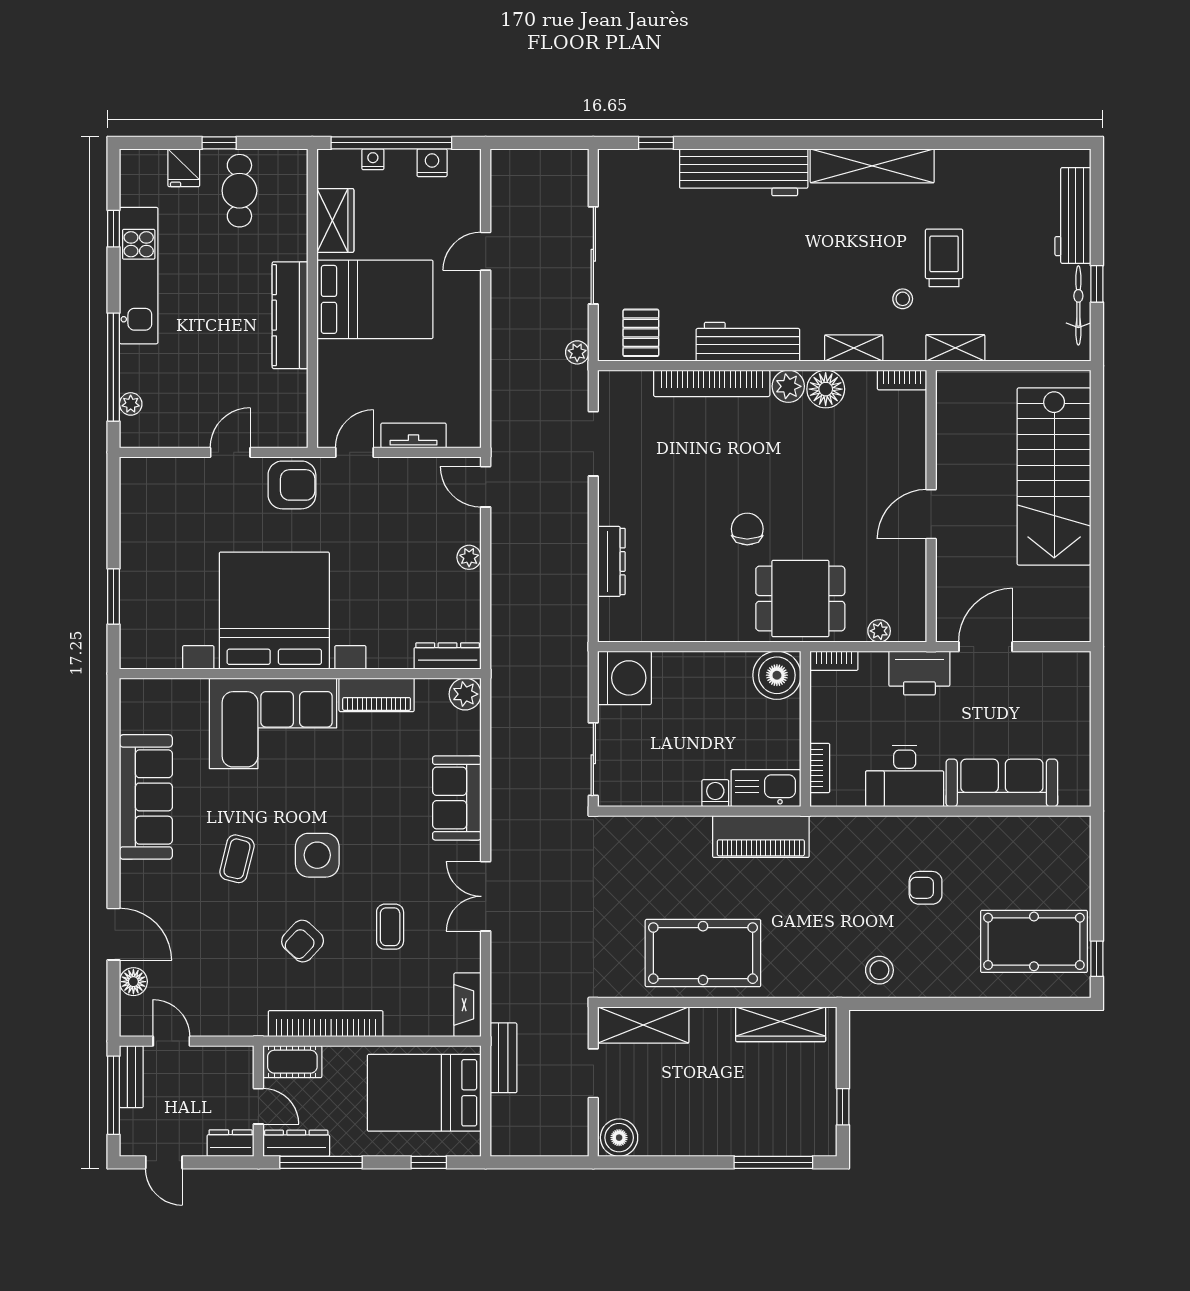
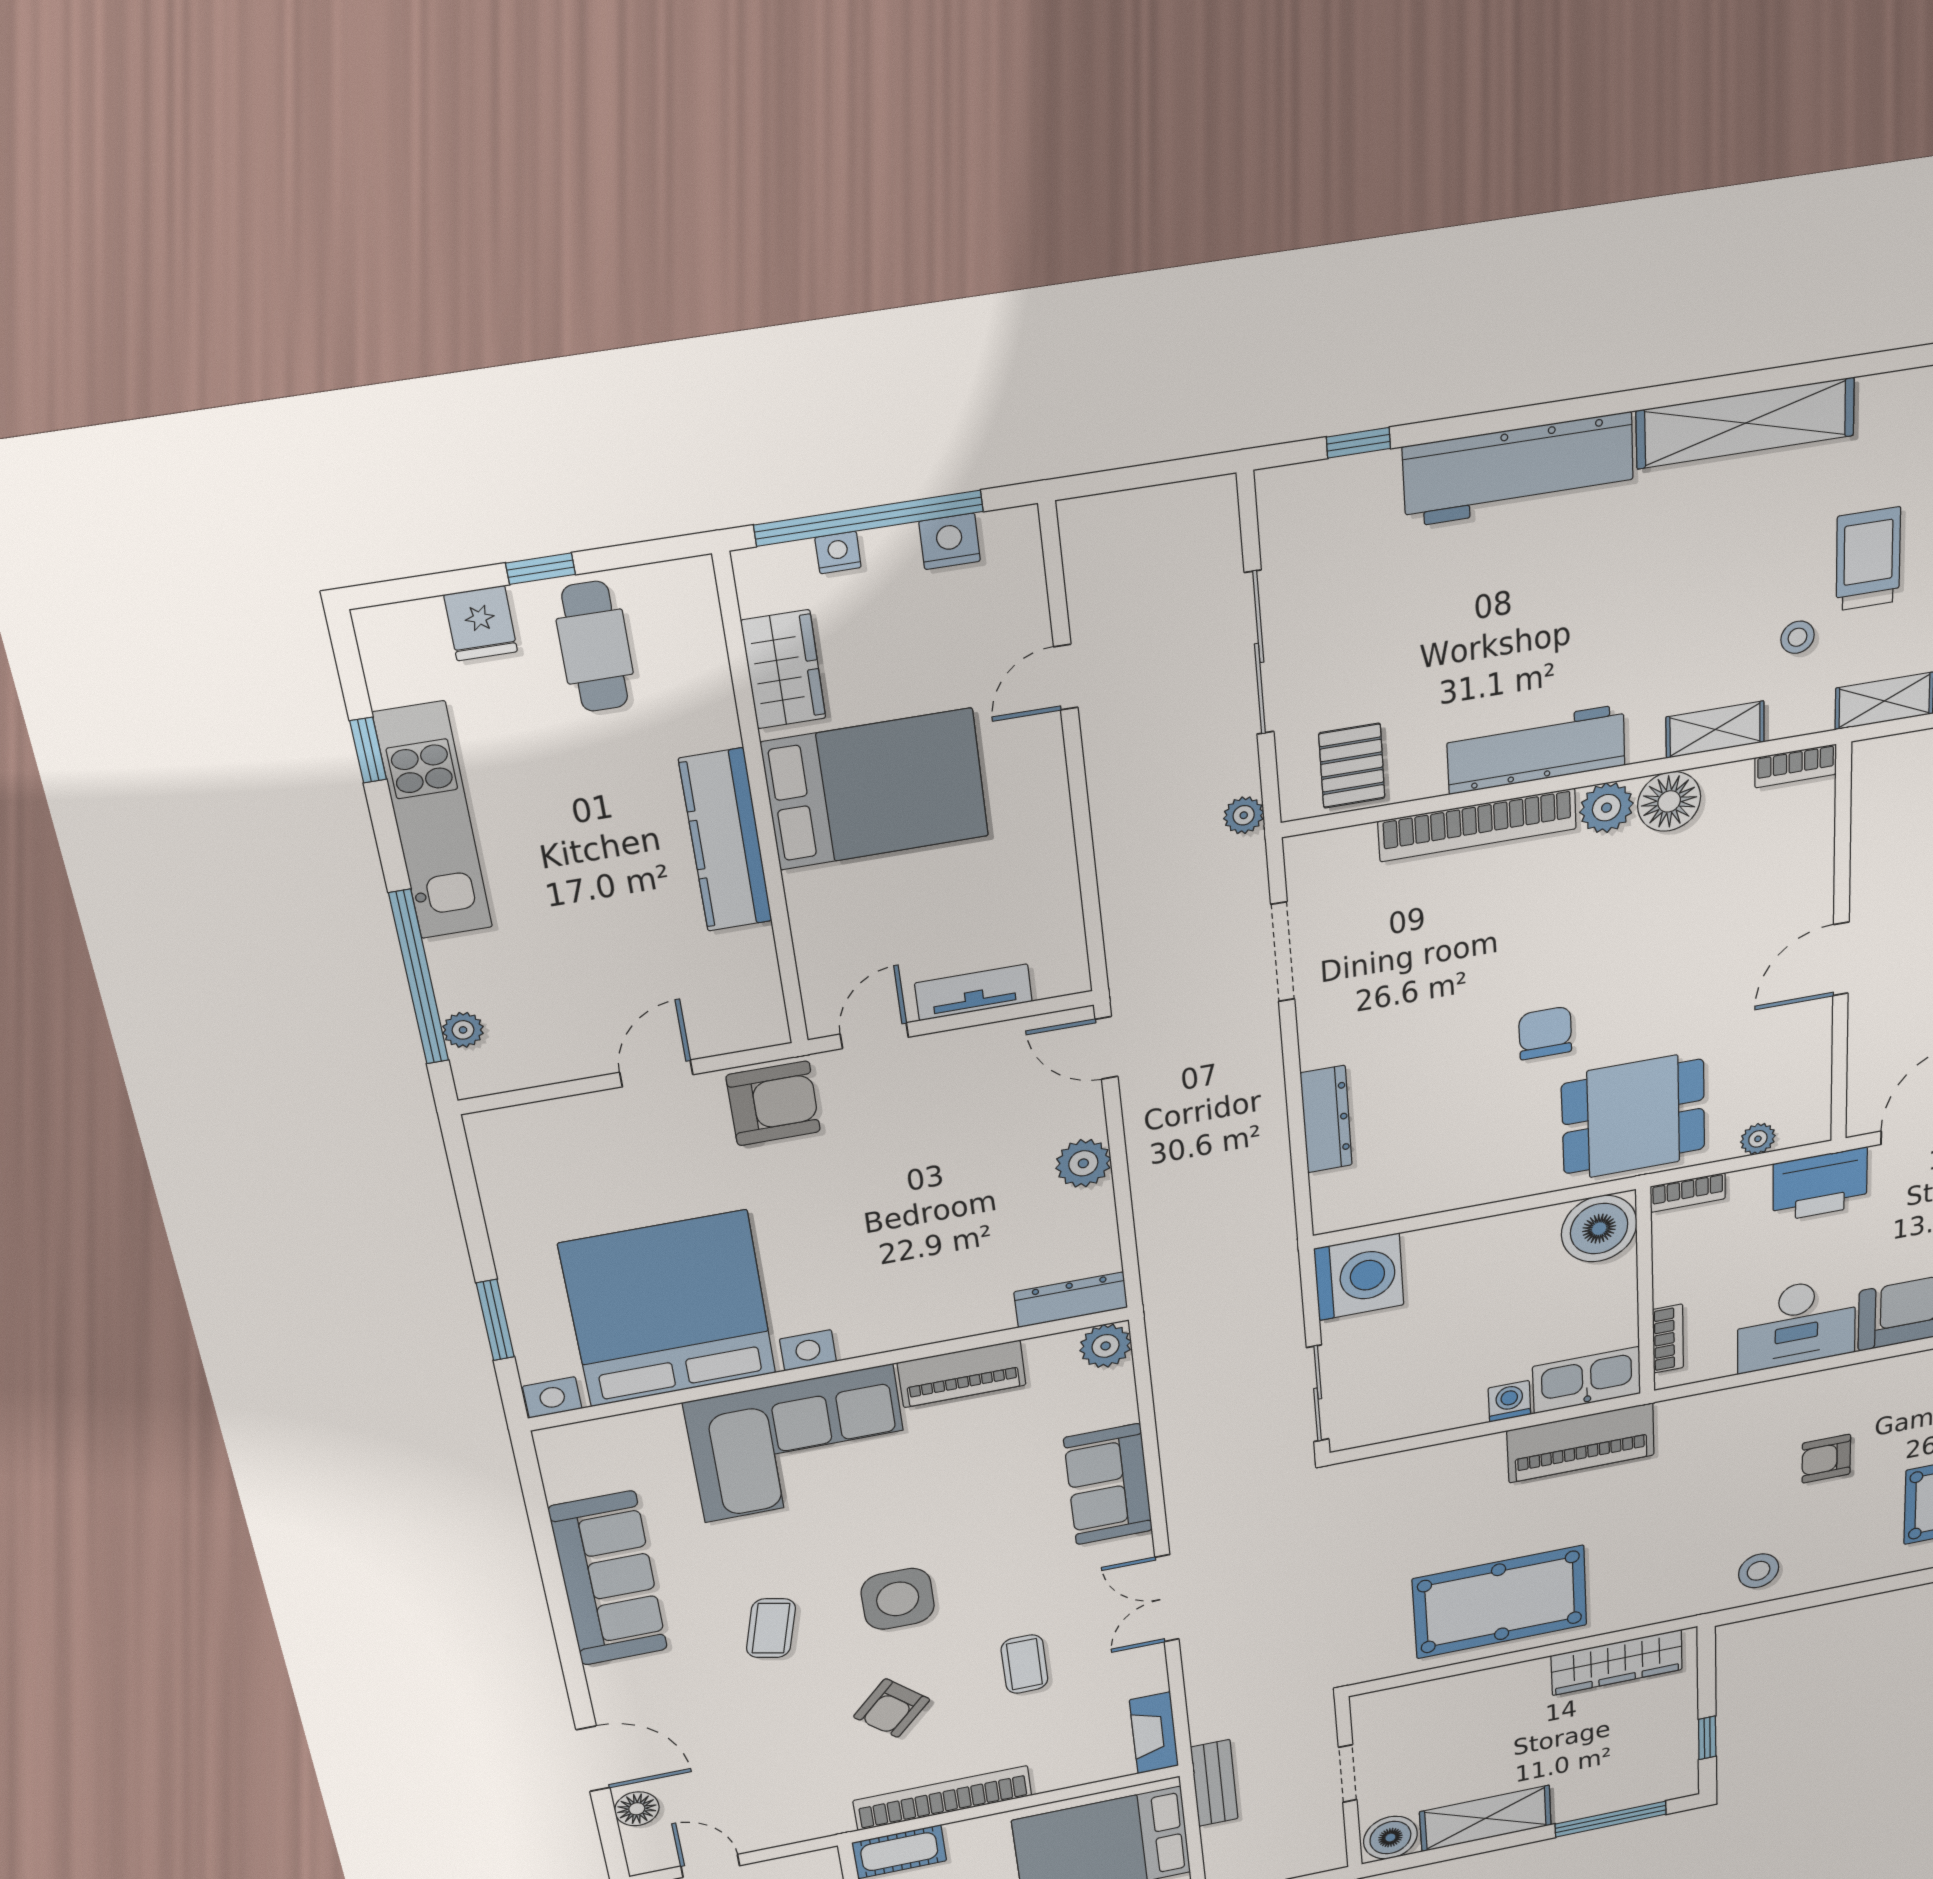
plant: (469, 557) -> (1083, 1163), width x1.38, depth x1.38
bed with nightstands: (274, 611) -> (668, 1309), moved
shelving: (643, 1025) -> (1486, 1818), moved

